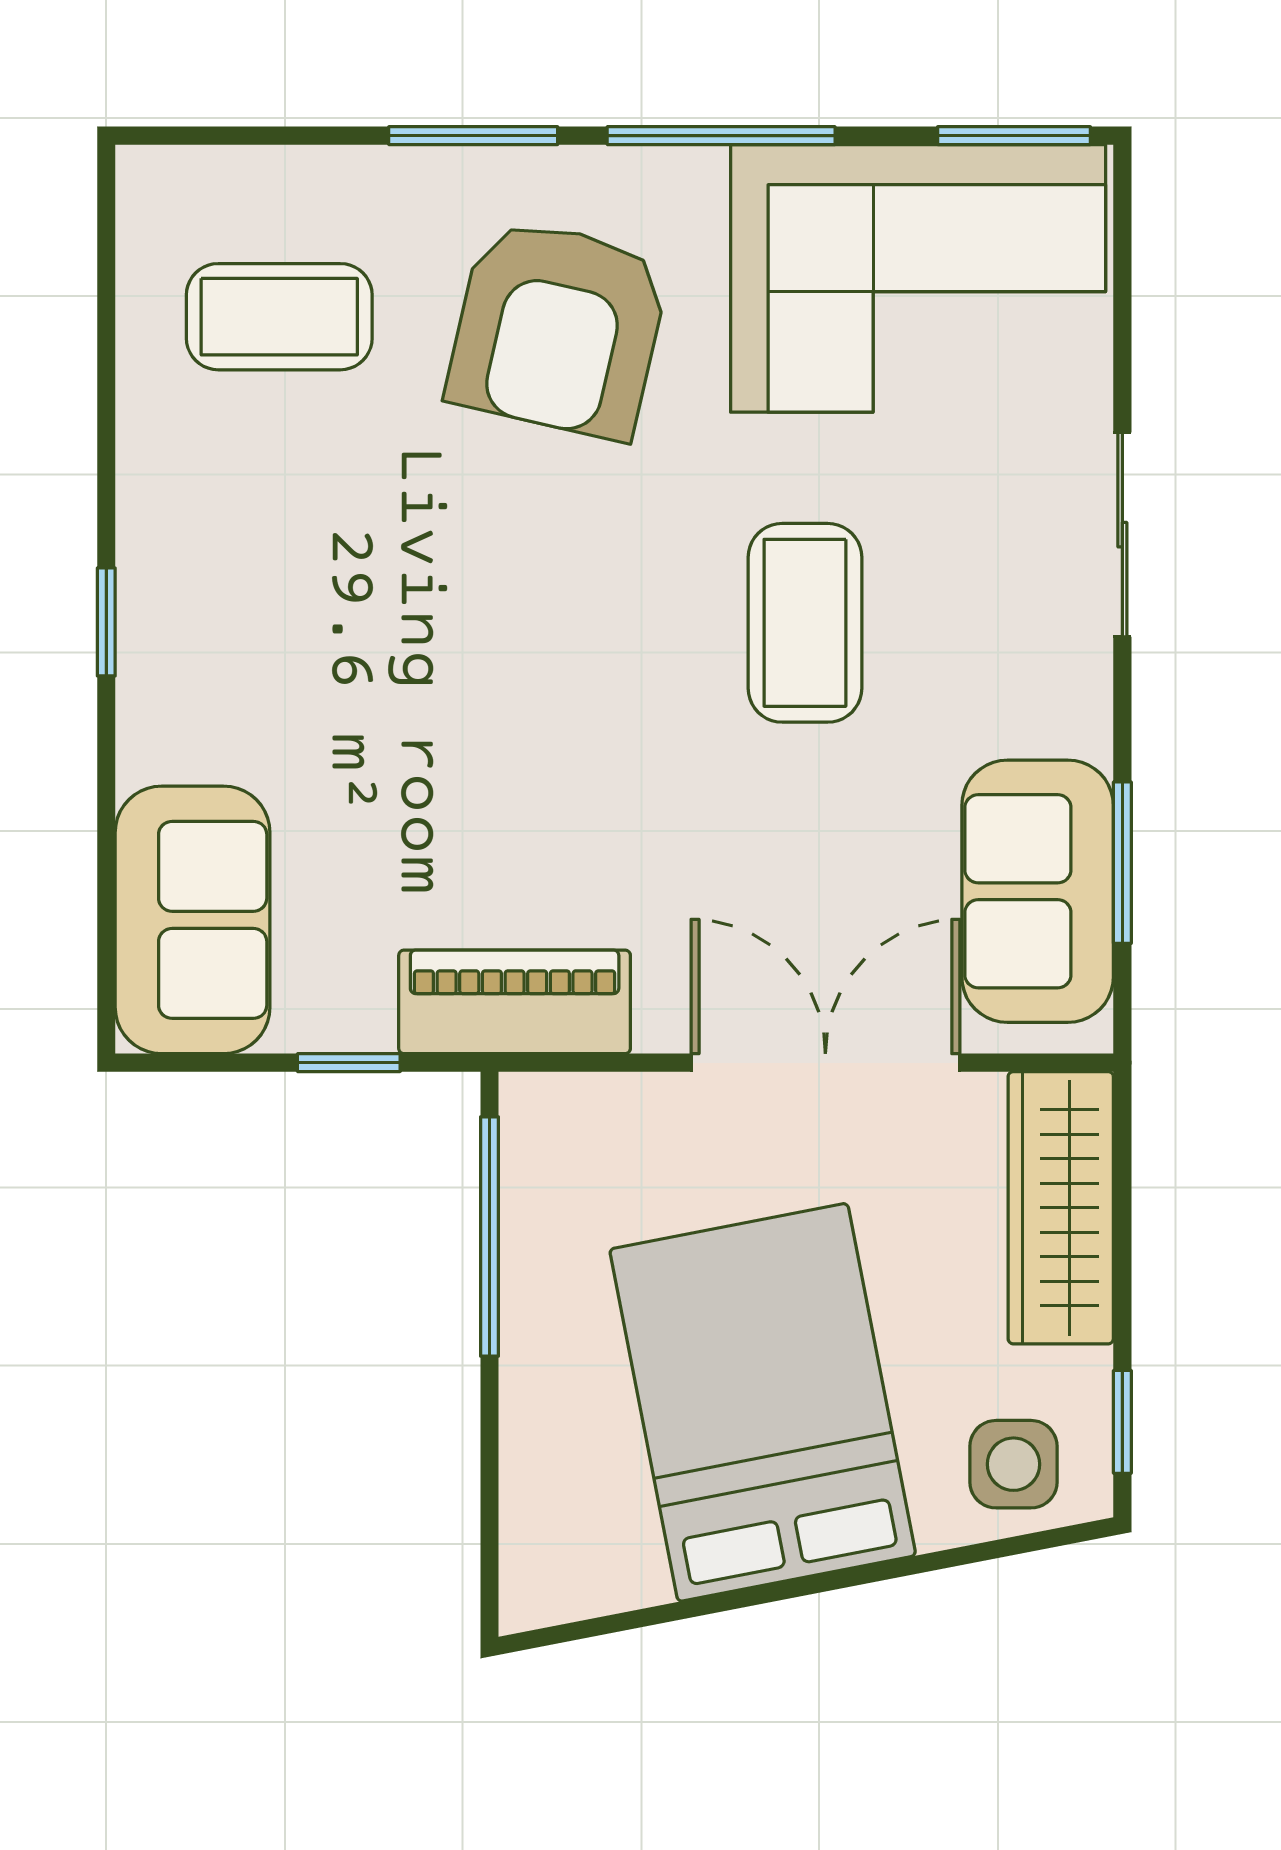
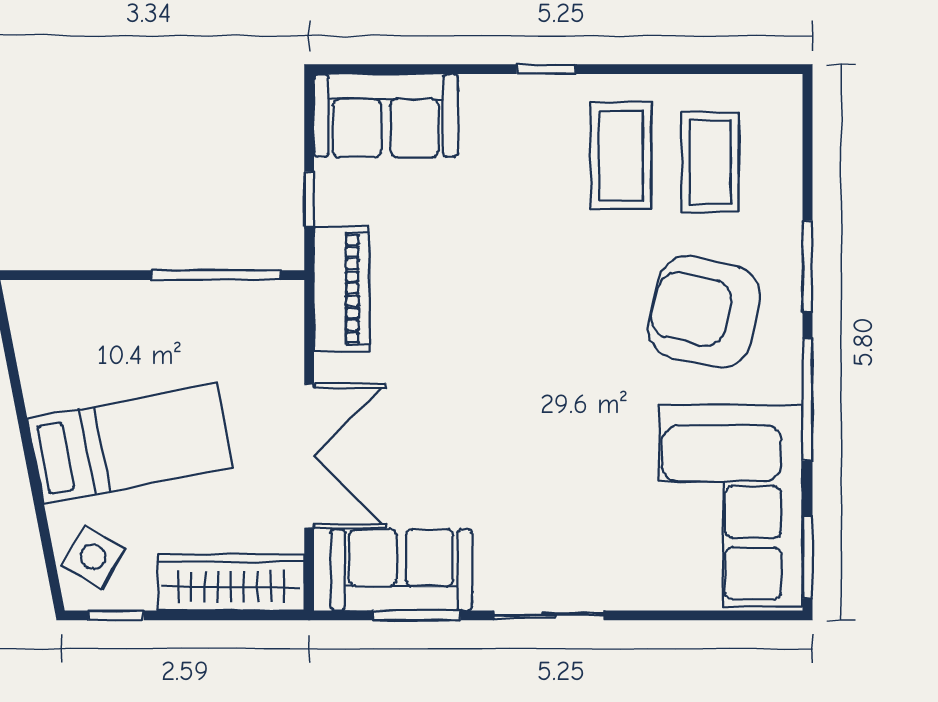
sliding door: (1122, 535) -> (549, 615), moved
coffee table: (805, 623) -> (621, 156), moved, turned 90
bed: (763, 1402) -> (131, 443), width x0.67
side table: (1014, 1464) -> (93, 557), turned 30

